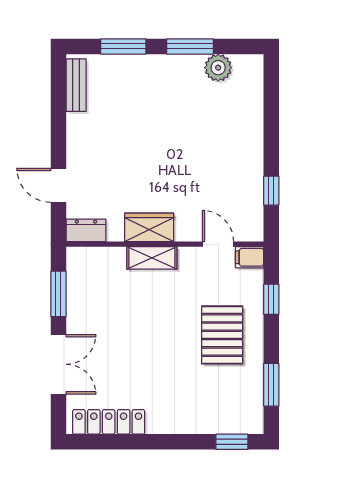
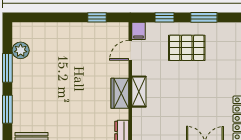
window: (271, 385) -> (204, 17), moved

